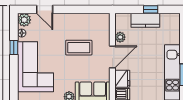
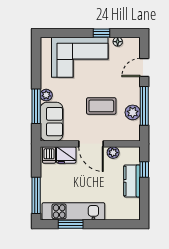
window: (79, 9) -> (144, 106), added
window: (151, 9) -> (144, 169), moved
plant: (24, 20) -> (133, 112), moved
coffee table: (79, 48) -> (101, 106), turned 90

